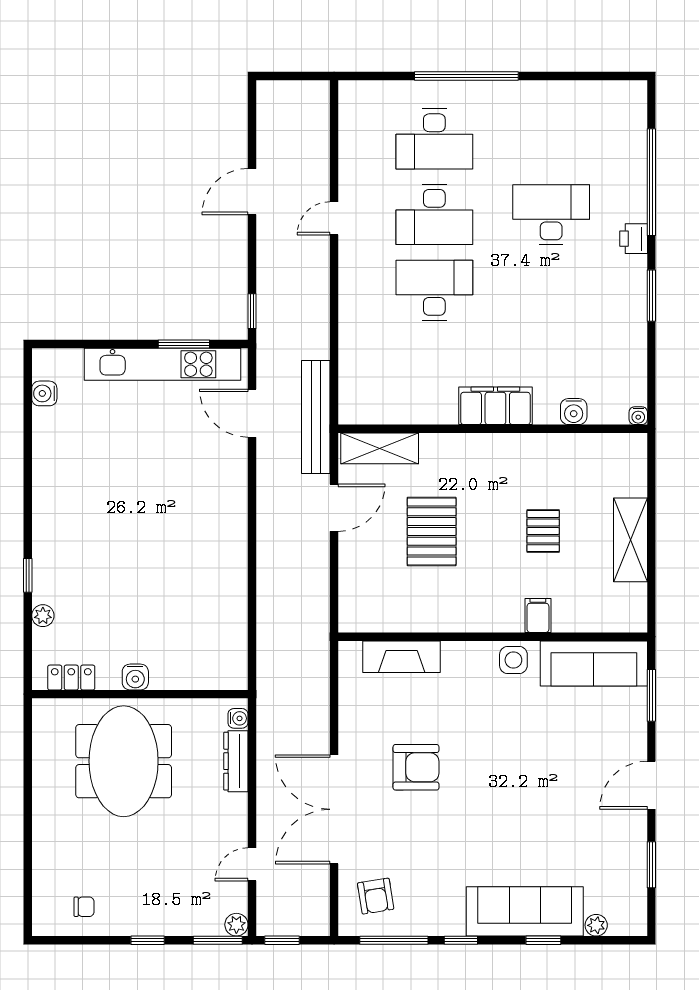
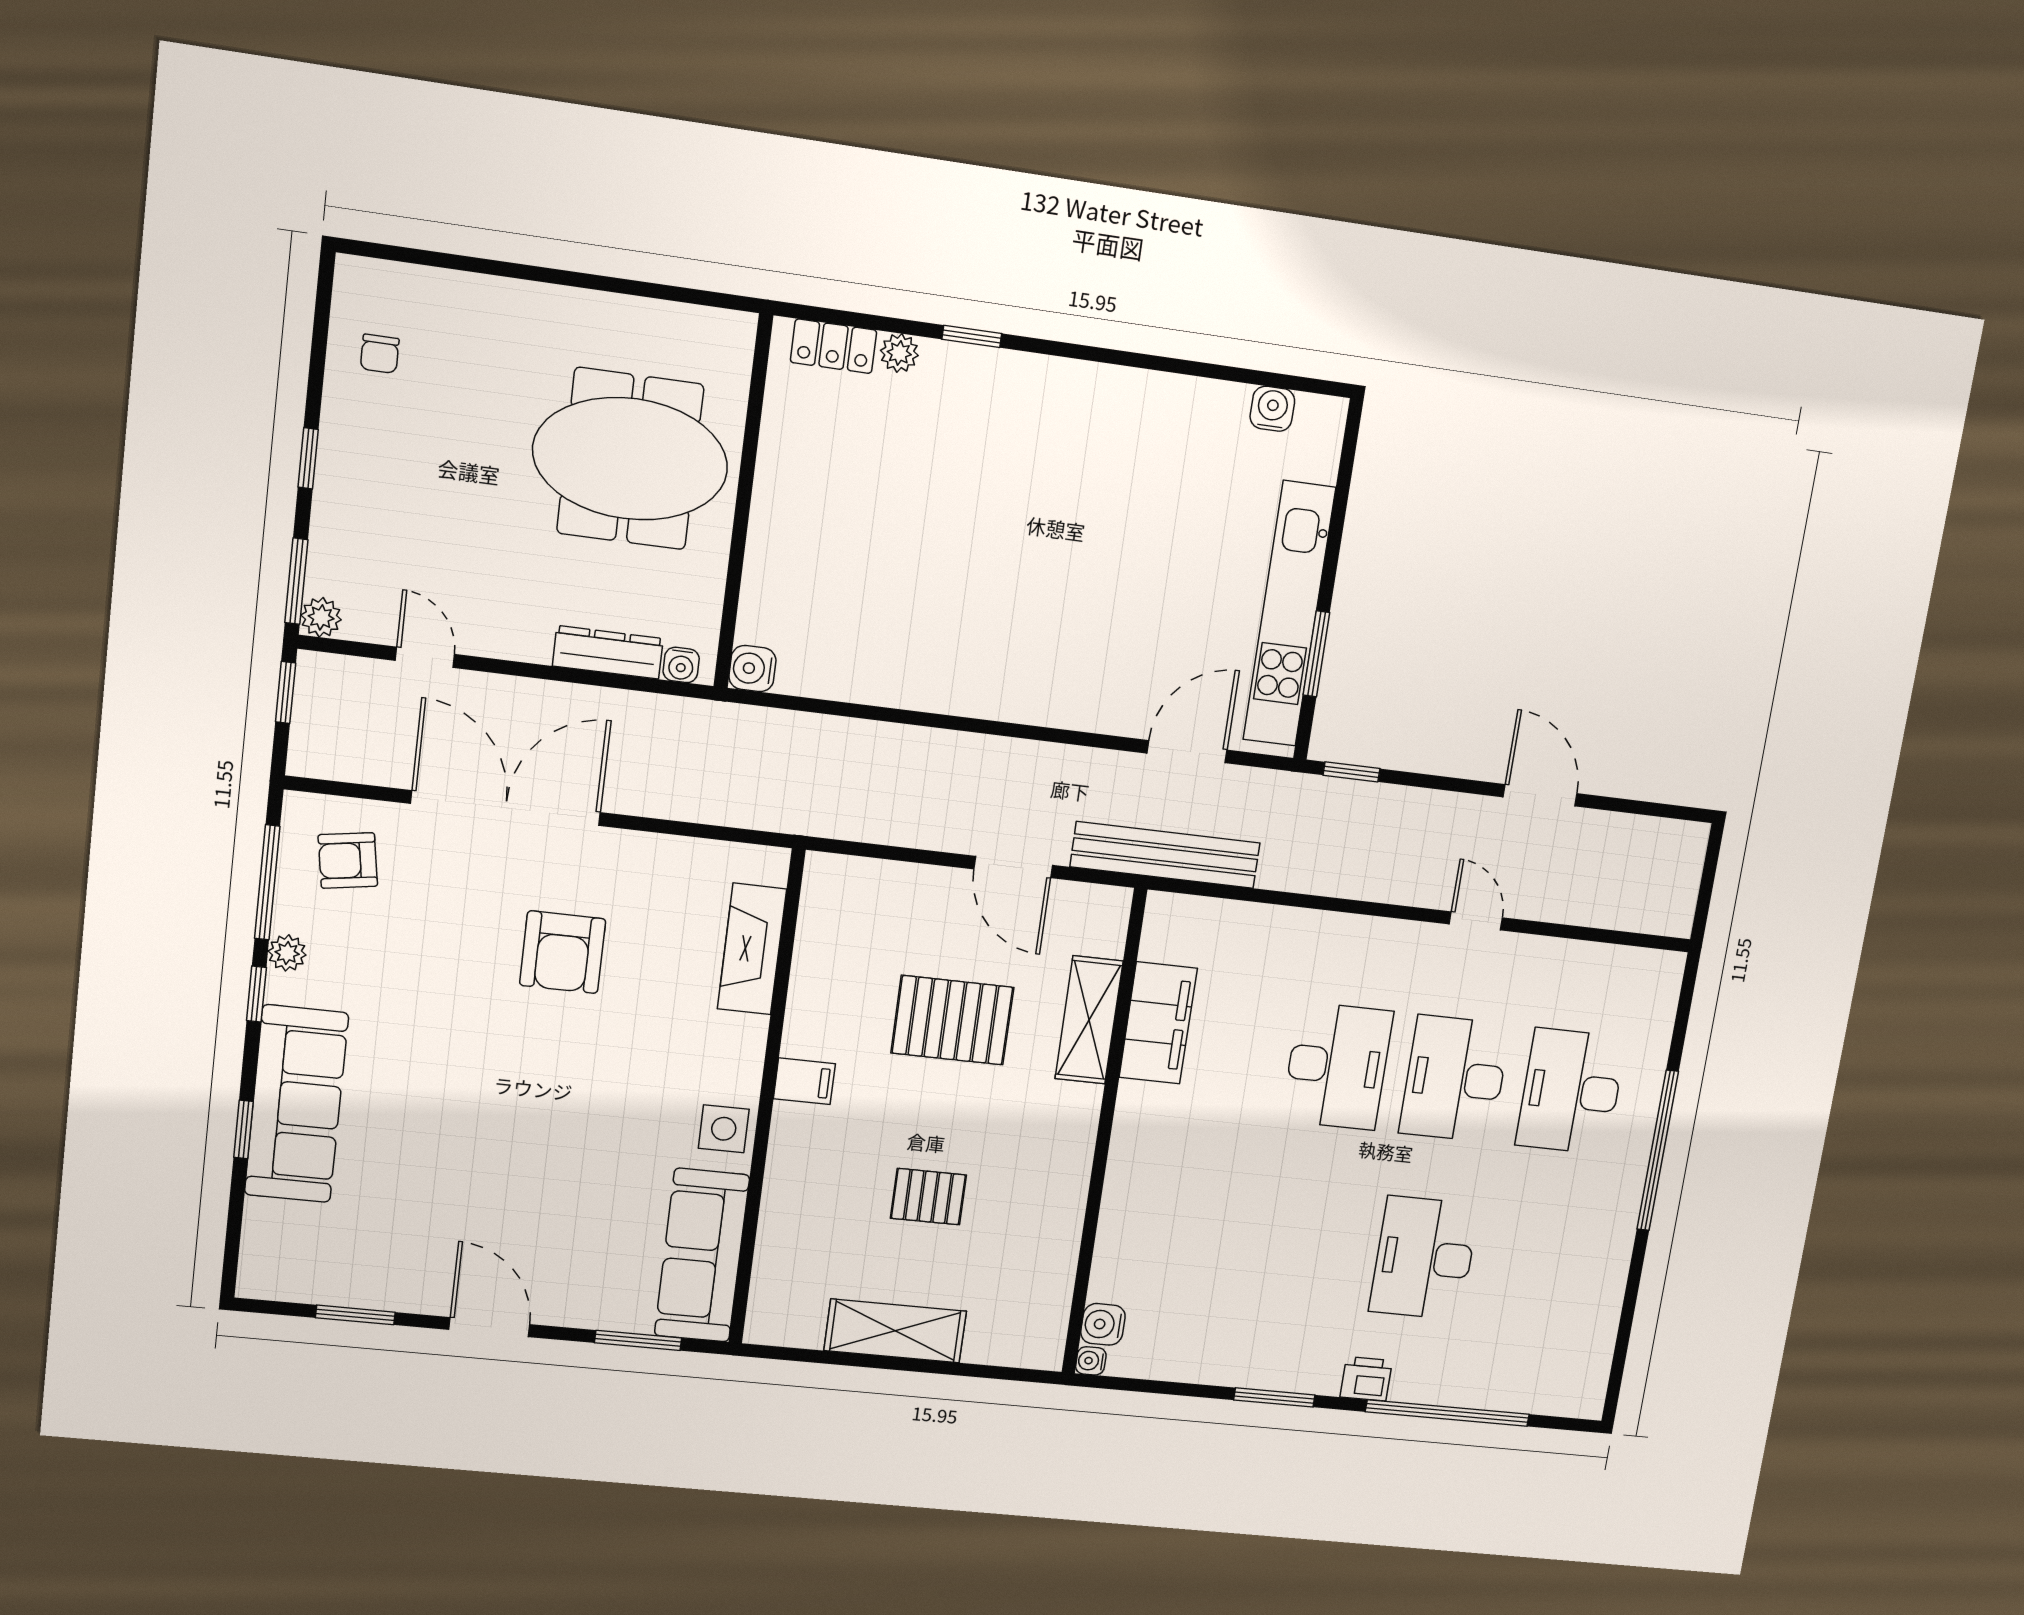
desk: (551, 215) -> (1424, 1258), turned 180
filing cabinet: (495, 406) -> (1158, 1023), moved
water cooler: (574, 412) -> (1103, 1324), moved
shelving: (380, 448) -> (1089, 1020), moved
filing cabinet: (538, 615) -> (804, 1081), moved
water cooler: (135, 677) -> (752, 669), moved
locker: (71, 678) -> (834, 346), moved, turned 90
plant: (596, 925) -> (287, 953), moved

